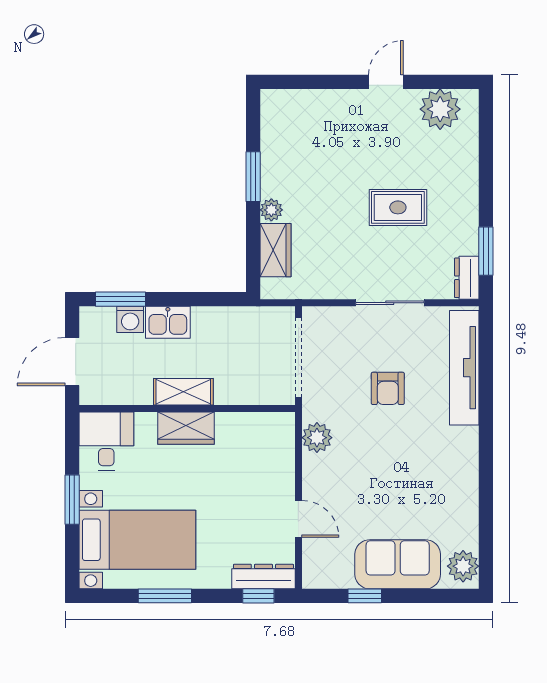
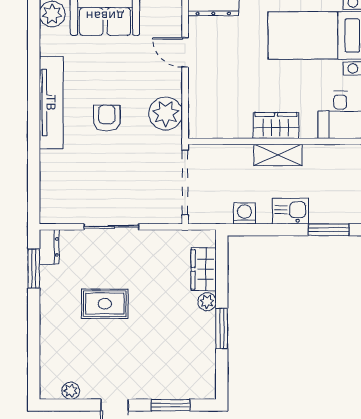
window: (316, 82) -> (171, 405), added
plant: (440, 109) -> (71, 391), width x0.53, depth x0.53
washing machine: (130, 319) -> (244, 213), moved
tv unit: (464, 368) -> (51, 103), moved
armchair: (388, 388) -> (107, 118), moved
plant: (317, 438) -> (166, 113), width x1.36, depth x1.36

